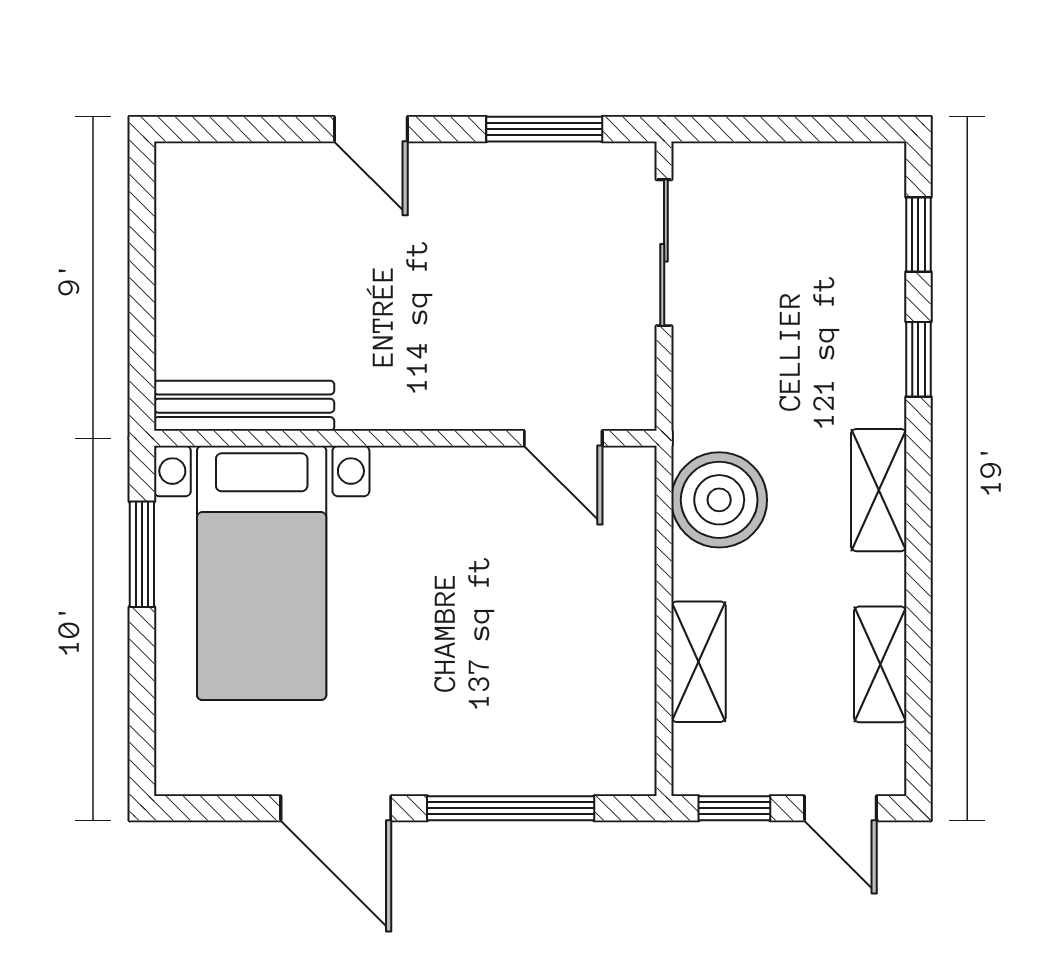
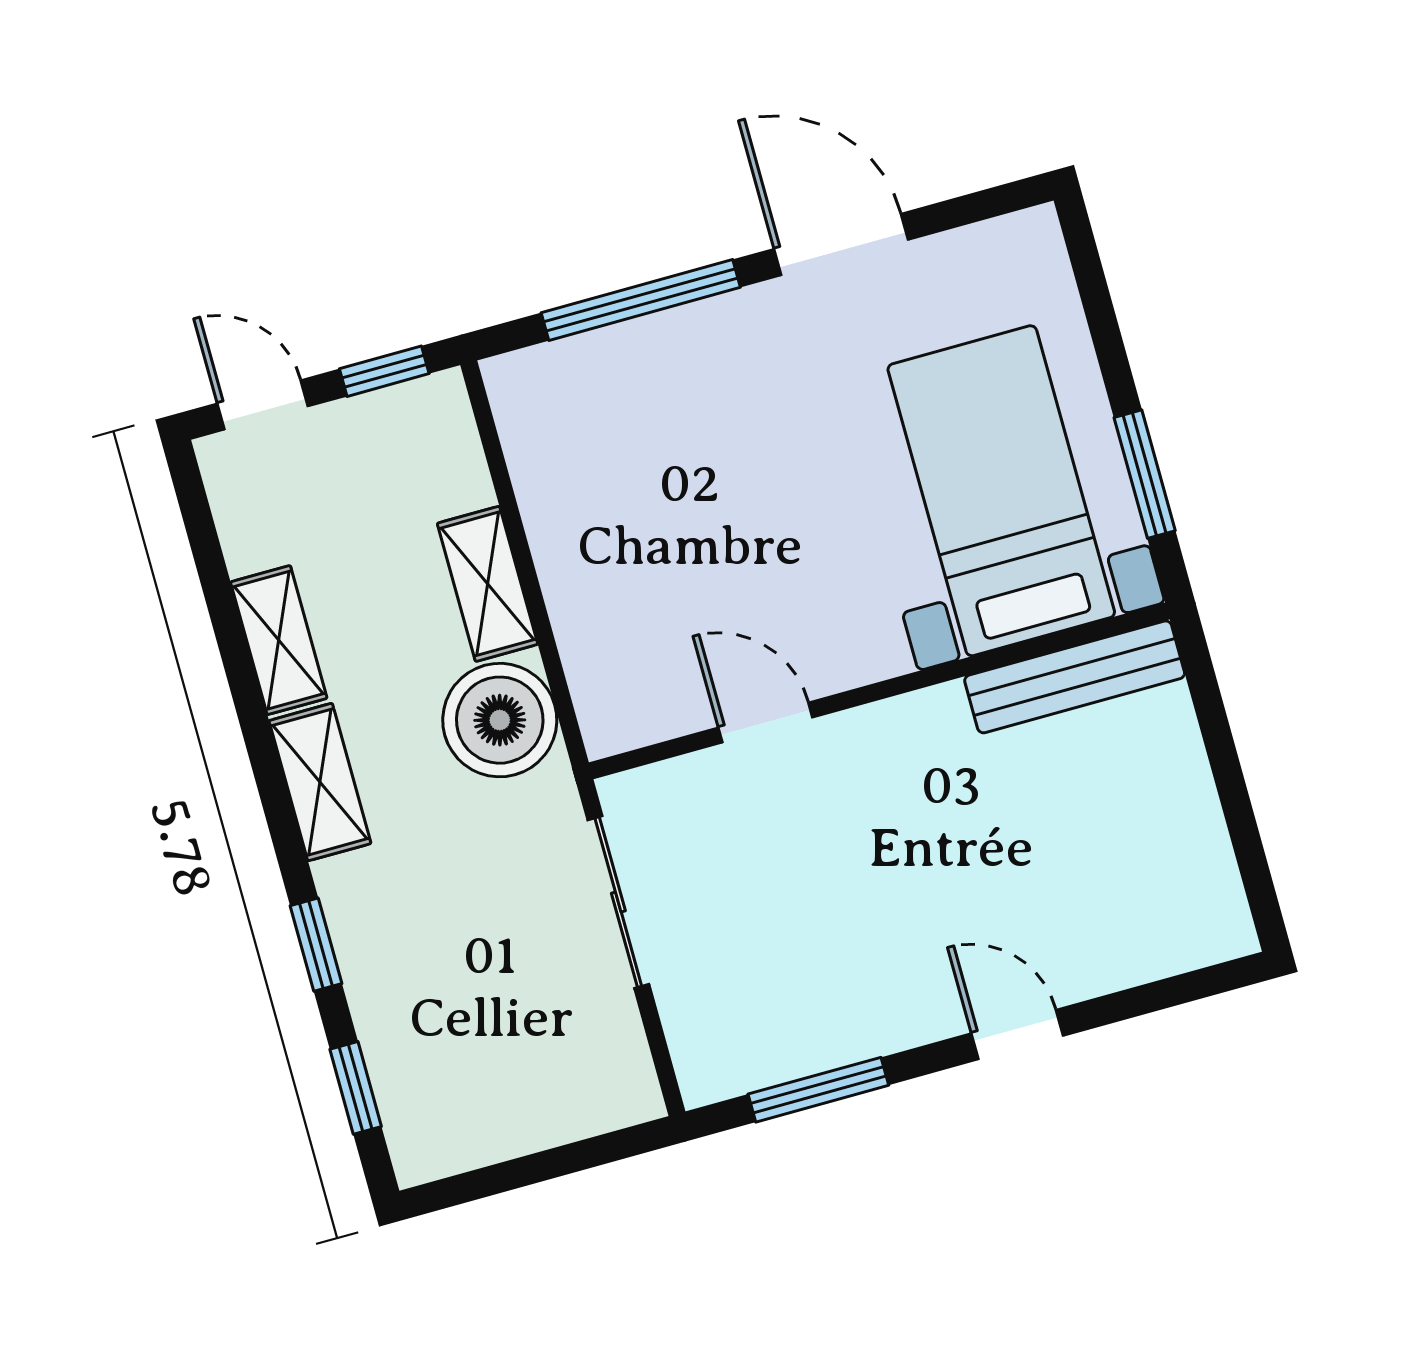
sliding door: (664, 253) -> (618, 902), moved
door: (563, 438) -> (765, 722), moved
shelving: (699, 662) -> (487, 584), moved
shelving: (880, 664) -> (279, 640), moved

